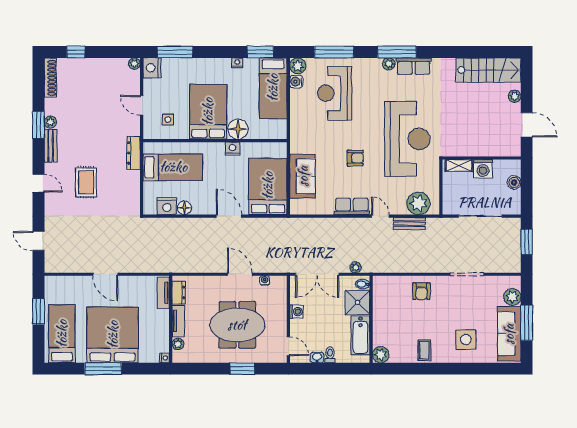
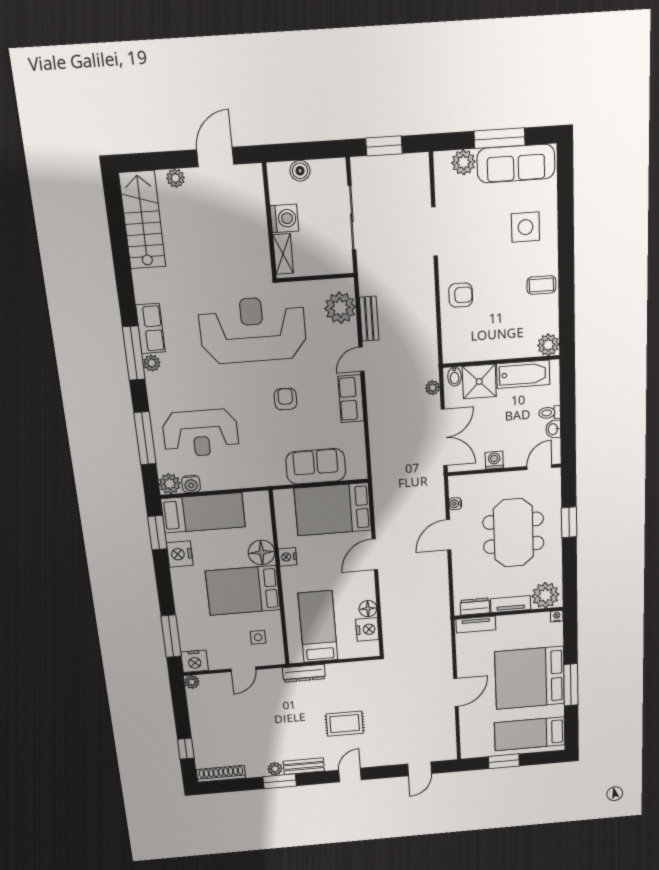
nightstand: (237, 63) -> (180, 554), width x1.89, depth x1.79
plant: (178, 344) -> (545, 595), width x1.87, depth x1.87

